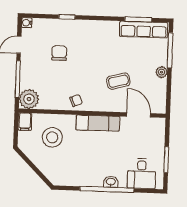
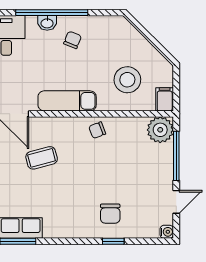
chair: (59, 53) -> (110, 214), moved
chair: (92, 169) -> (73, 40), added

